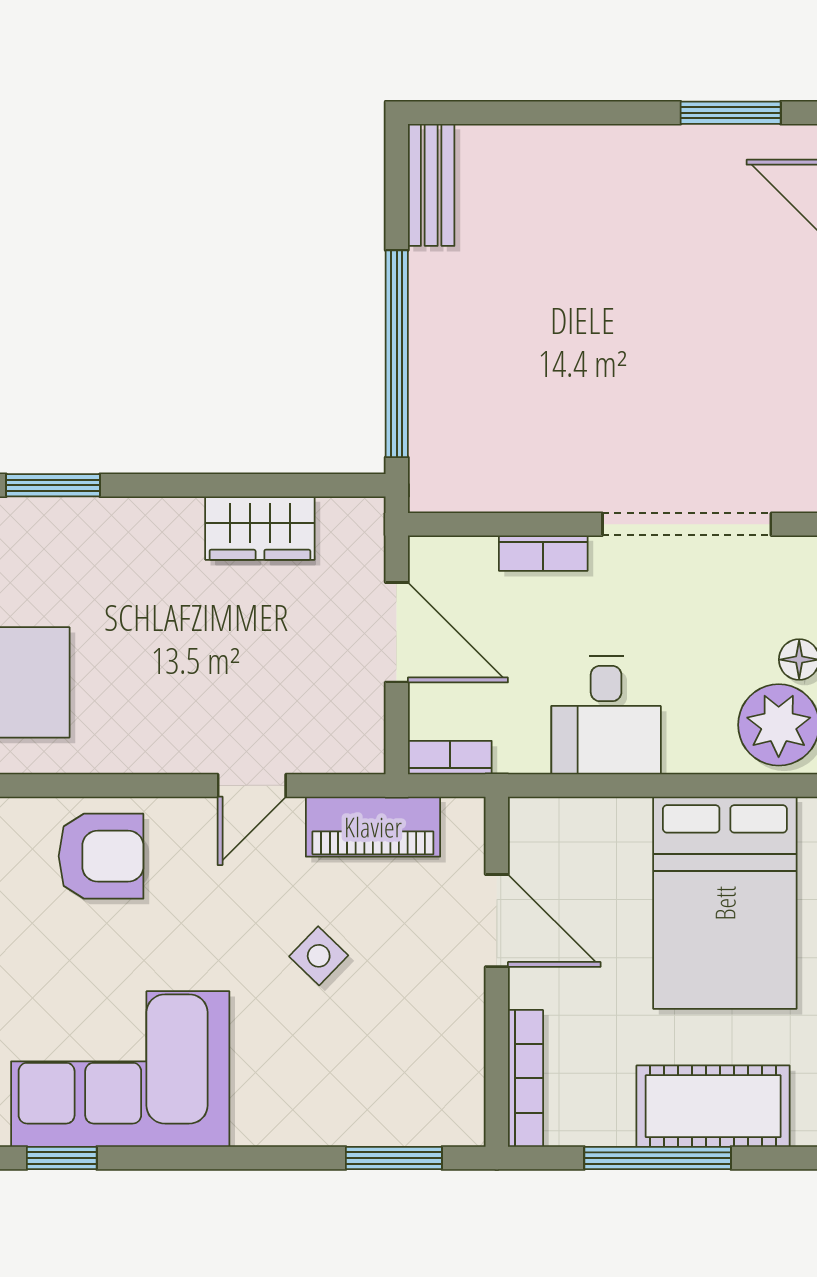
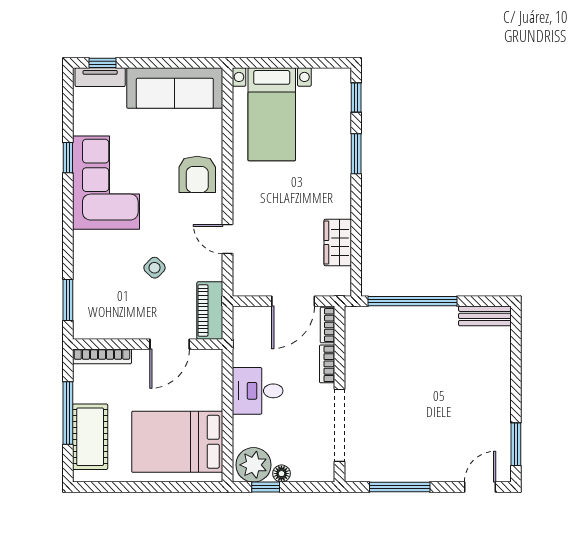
bookcase: (450, 758) -> (328, 325), moved, turned 180
piano: (373, 827) -> (210, 310), moved

